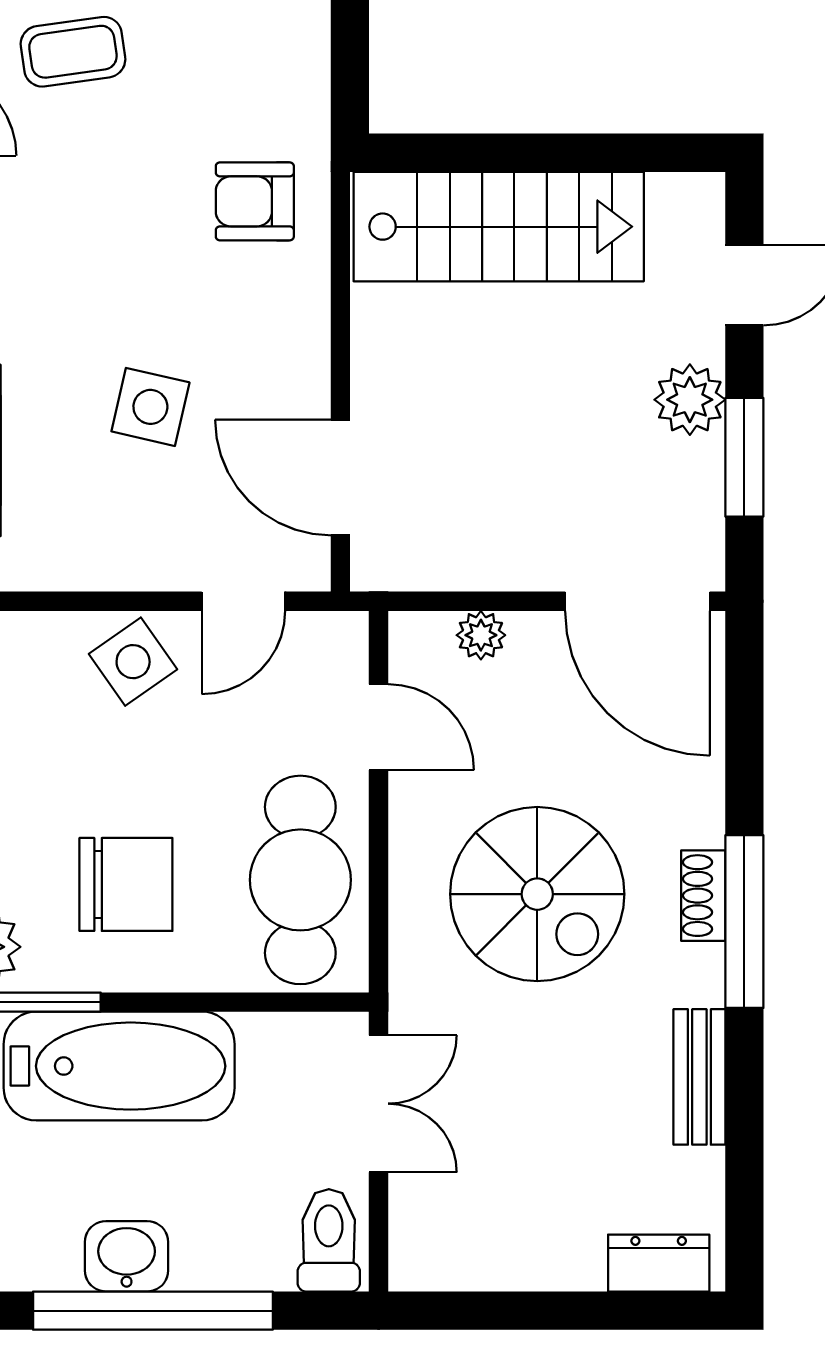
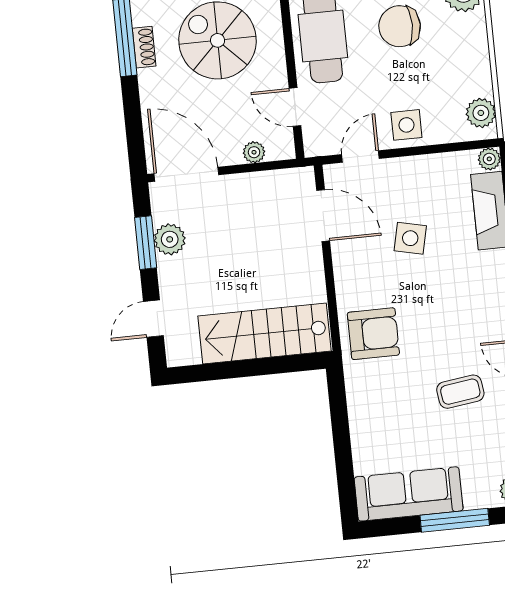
armchair: (255, 201) -> (373, 334), width x1.38, depth x1.38
plant: (690, 400) -> (170, 239), moved
side table: (133, 662) -> (406, 125), turned 35

